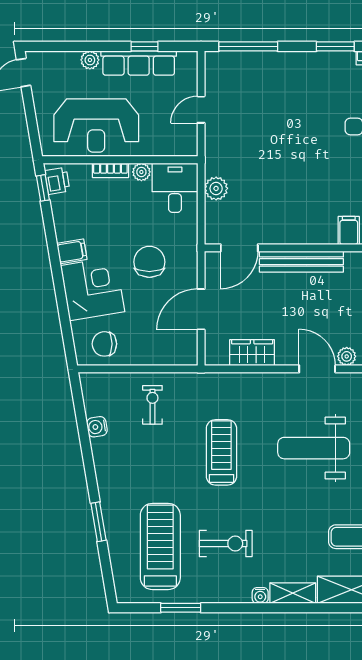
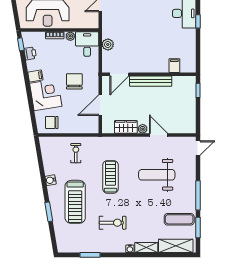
printer: (57, 181) -> (30, 53), moved
plant: (347, 356) -> (143, 129), moved
water cooler: (97, 427) -> (51, 180), moved
treadmill: (160, 546) -> (75, 202), moved, turned 180

